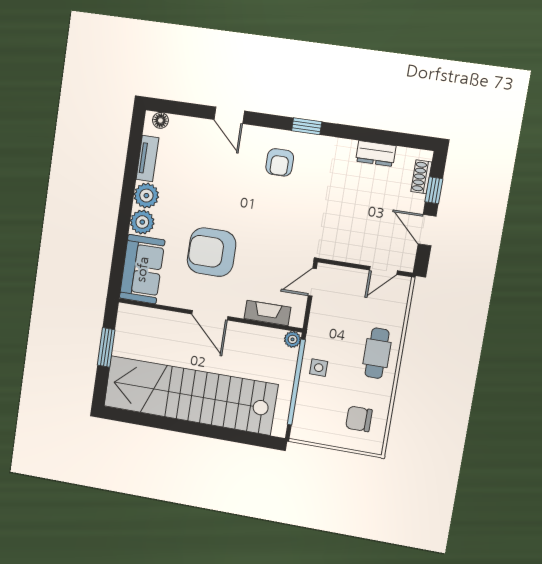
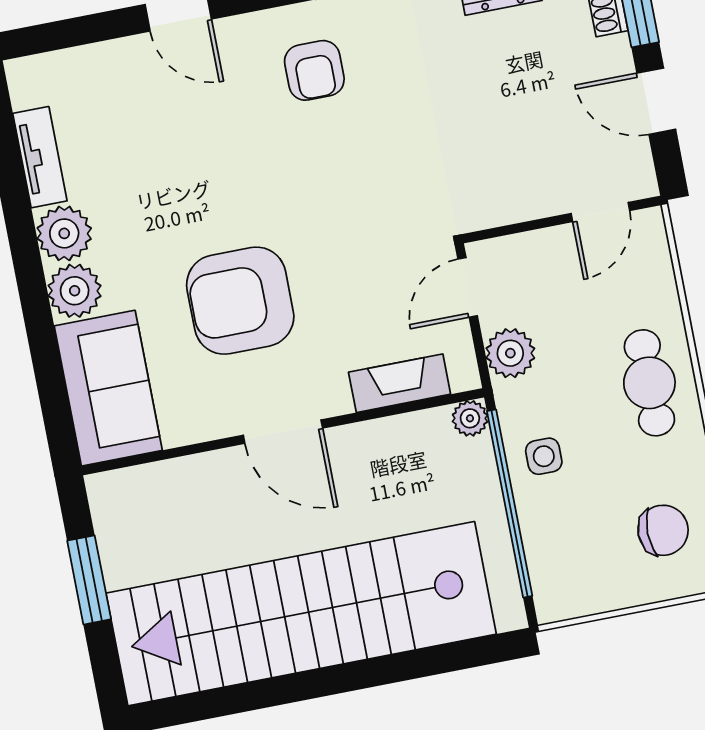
floor lamp: (160, 120) -> (40, 71), removed
plant: (321, 318) -> (510, 353), added
chair: (359, 419) -> (663, 530), turned 180

